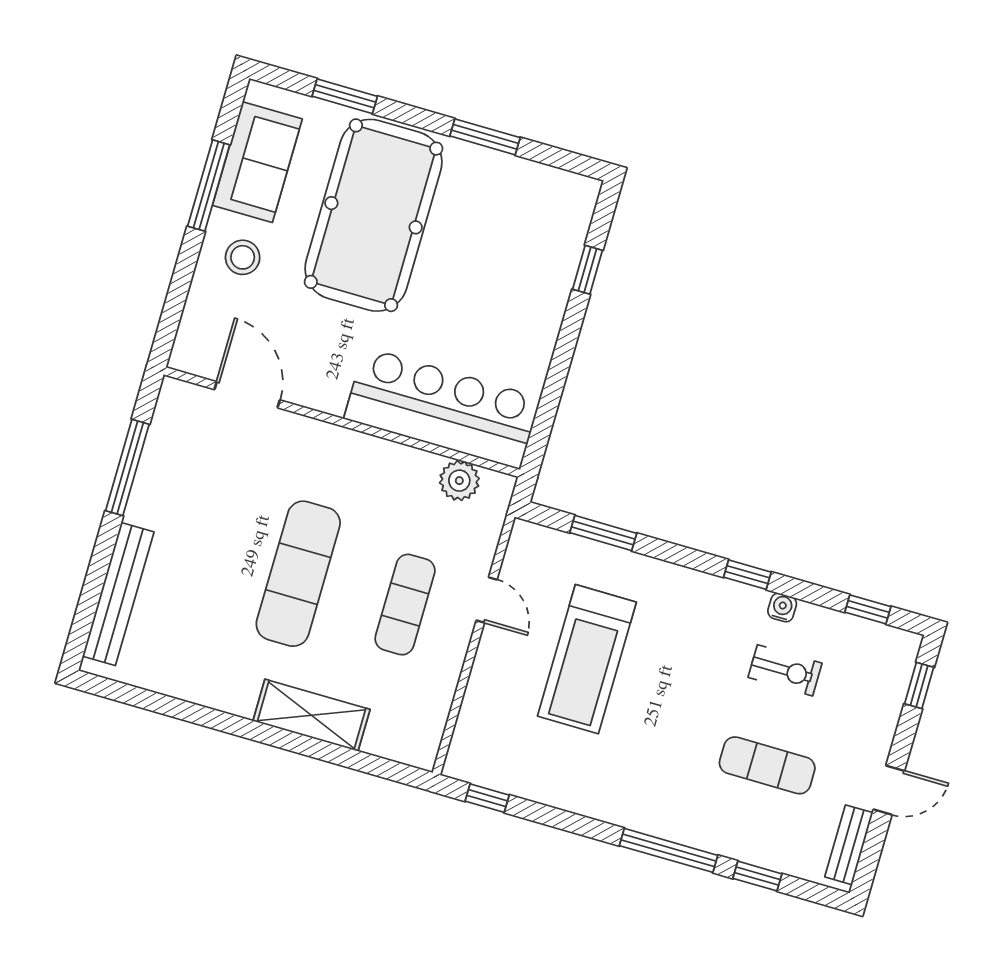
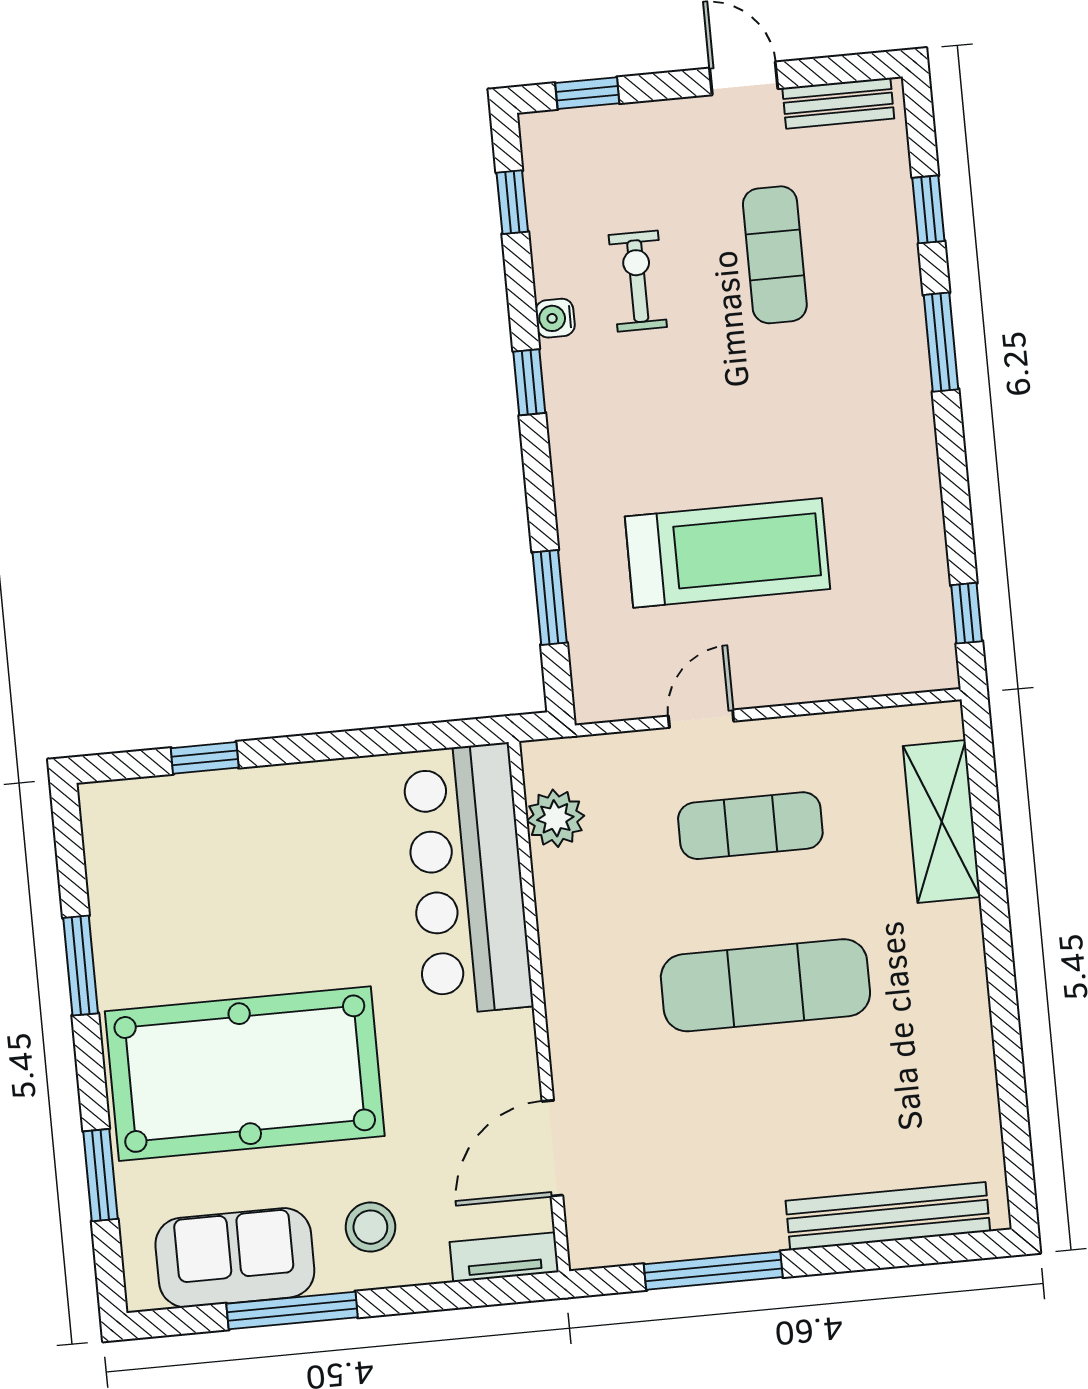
tv unit: (189, 336) -> (504, 1257), added
shelving: (311, 715) -> (942, 822), moved
window: (669, 850) -> (941, 342), width x0.69

